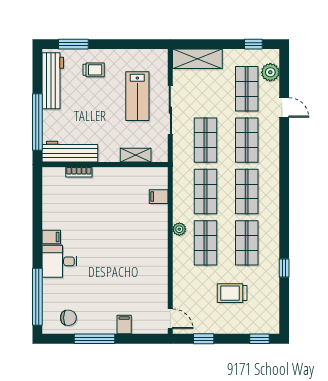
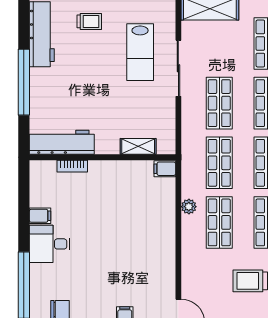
workbench: (70, 152) -> (62, 142), moved
shelving: (136, 155) -> (138, 146), moved
wall: (105, 164) -> (103, 157), moved
bookcase: (79, 172) -> (72, 166), moved

